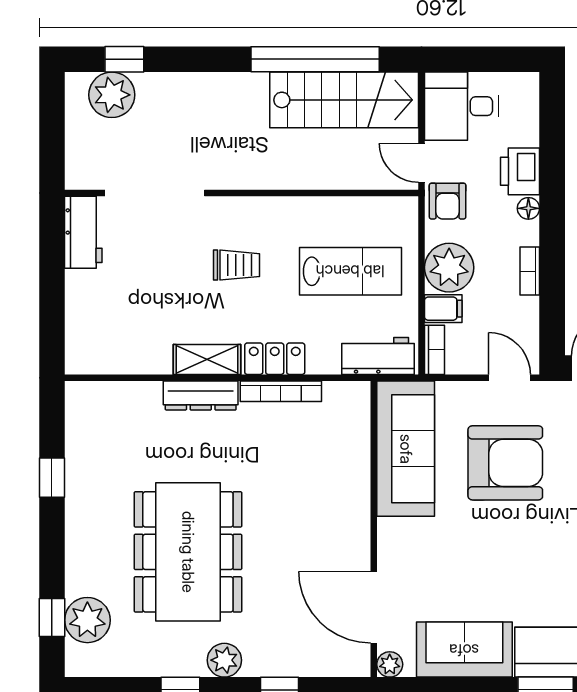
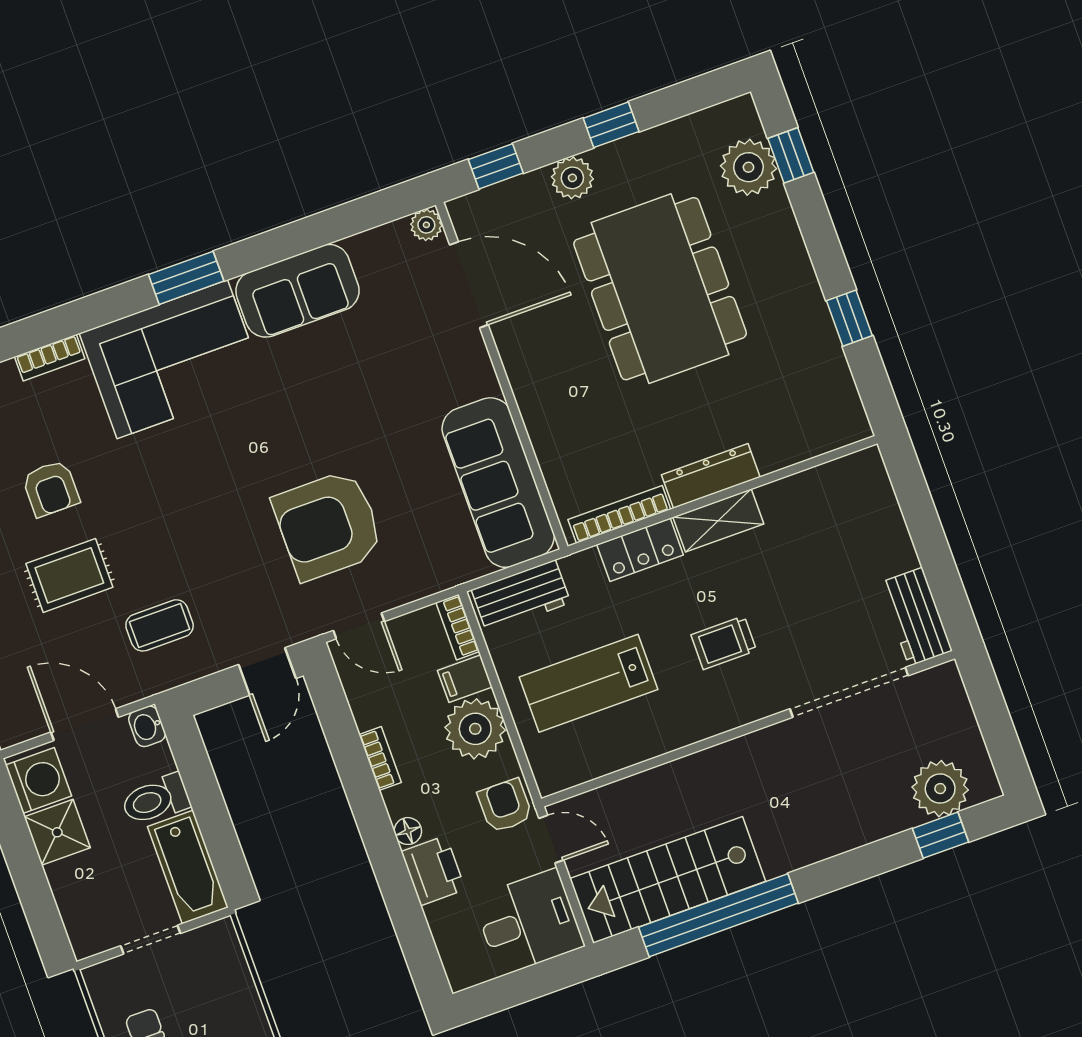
sofa: (406, 449) -> (498, 483), moved
wall: (374, 529) -> (502, 376), moved
door: (374, 607) -> (469, 285), moved
plant: (390, 664) -> (426, 225), moved

